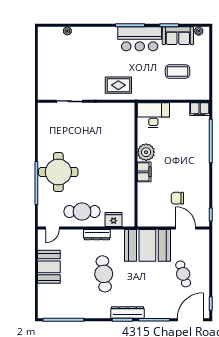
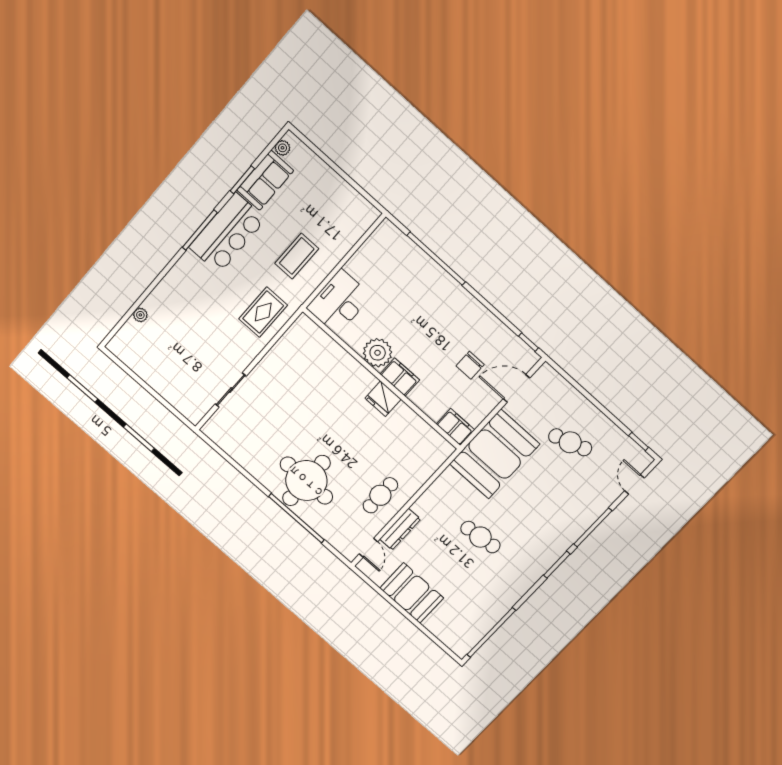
coffee table: (178, 72) -> (297, 256), moved
filing cabinet: (200, 109) -> (455, 427), moved, turned -90
cafe table: (82, 211) -> (380, 495), width x0.73, depth x0.74
fridge: (114, 219) -> (383, 399), moved, turned -90
dresser: (97, 235) -> (400, 529), moved
cafe table: (104, 274) -> (480, 537), width x0.73, depth x0.74
dresser: (128, 312) -> (554, 551), removed
door: (190, 320) -> (635, 484), width x0.53

